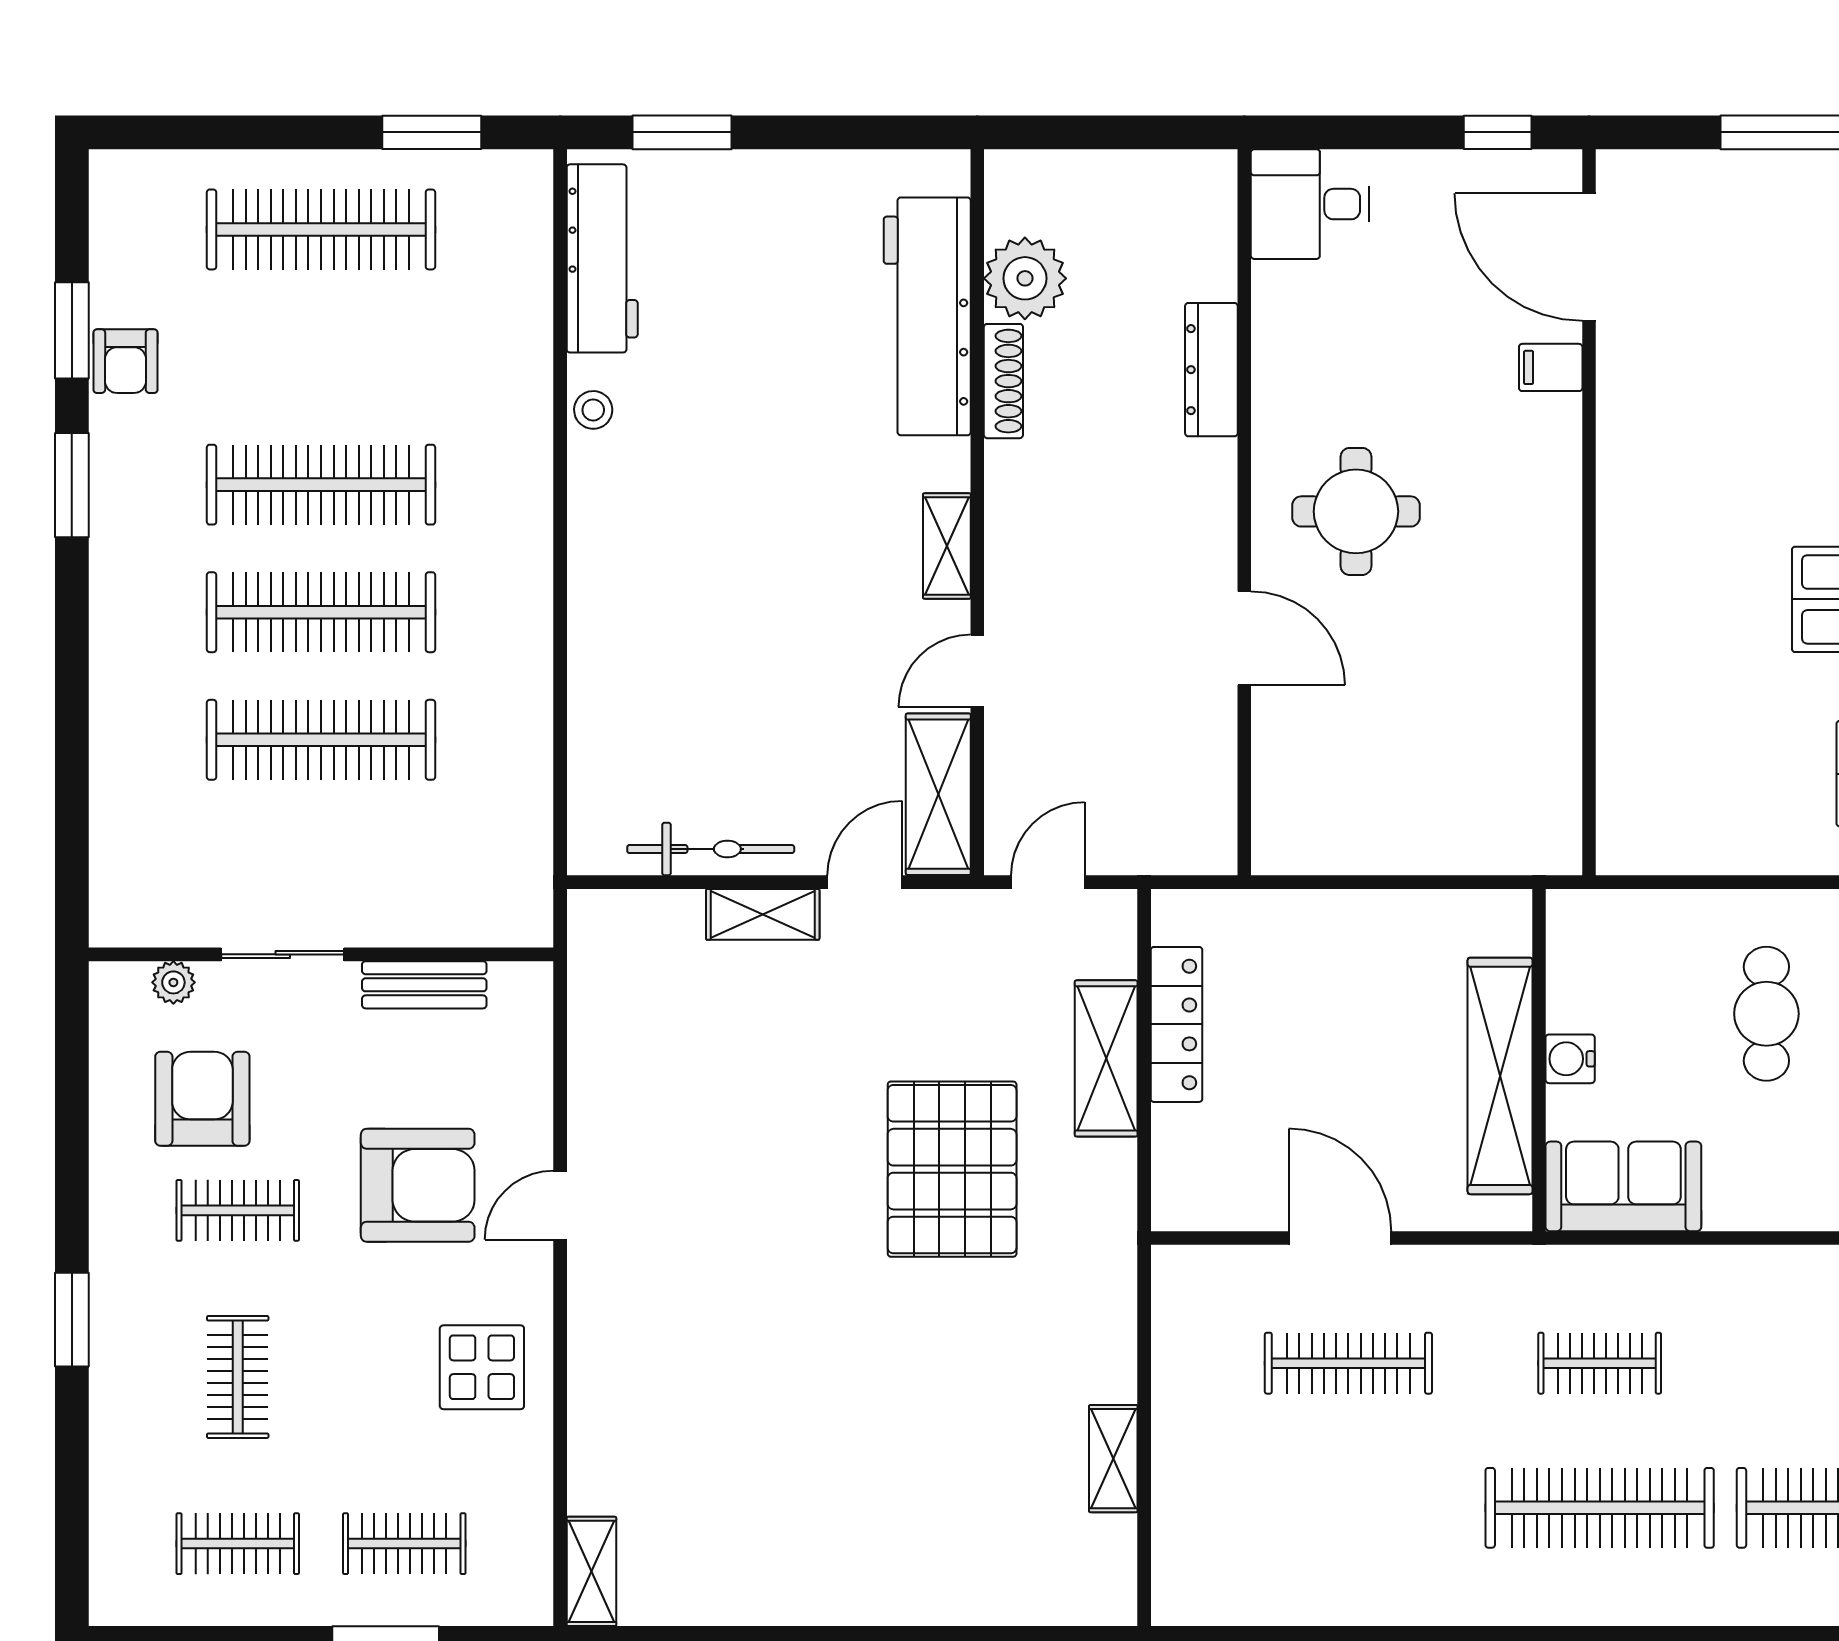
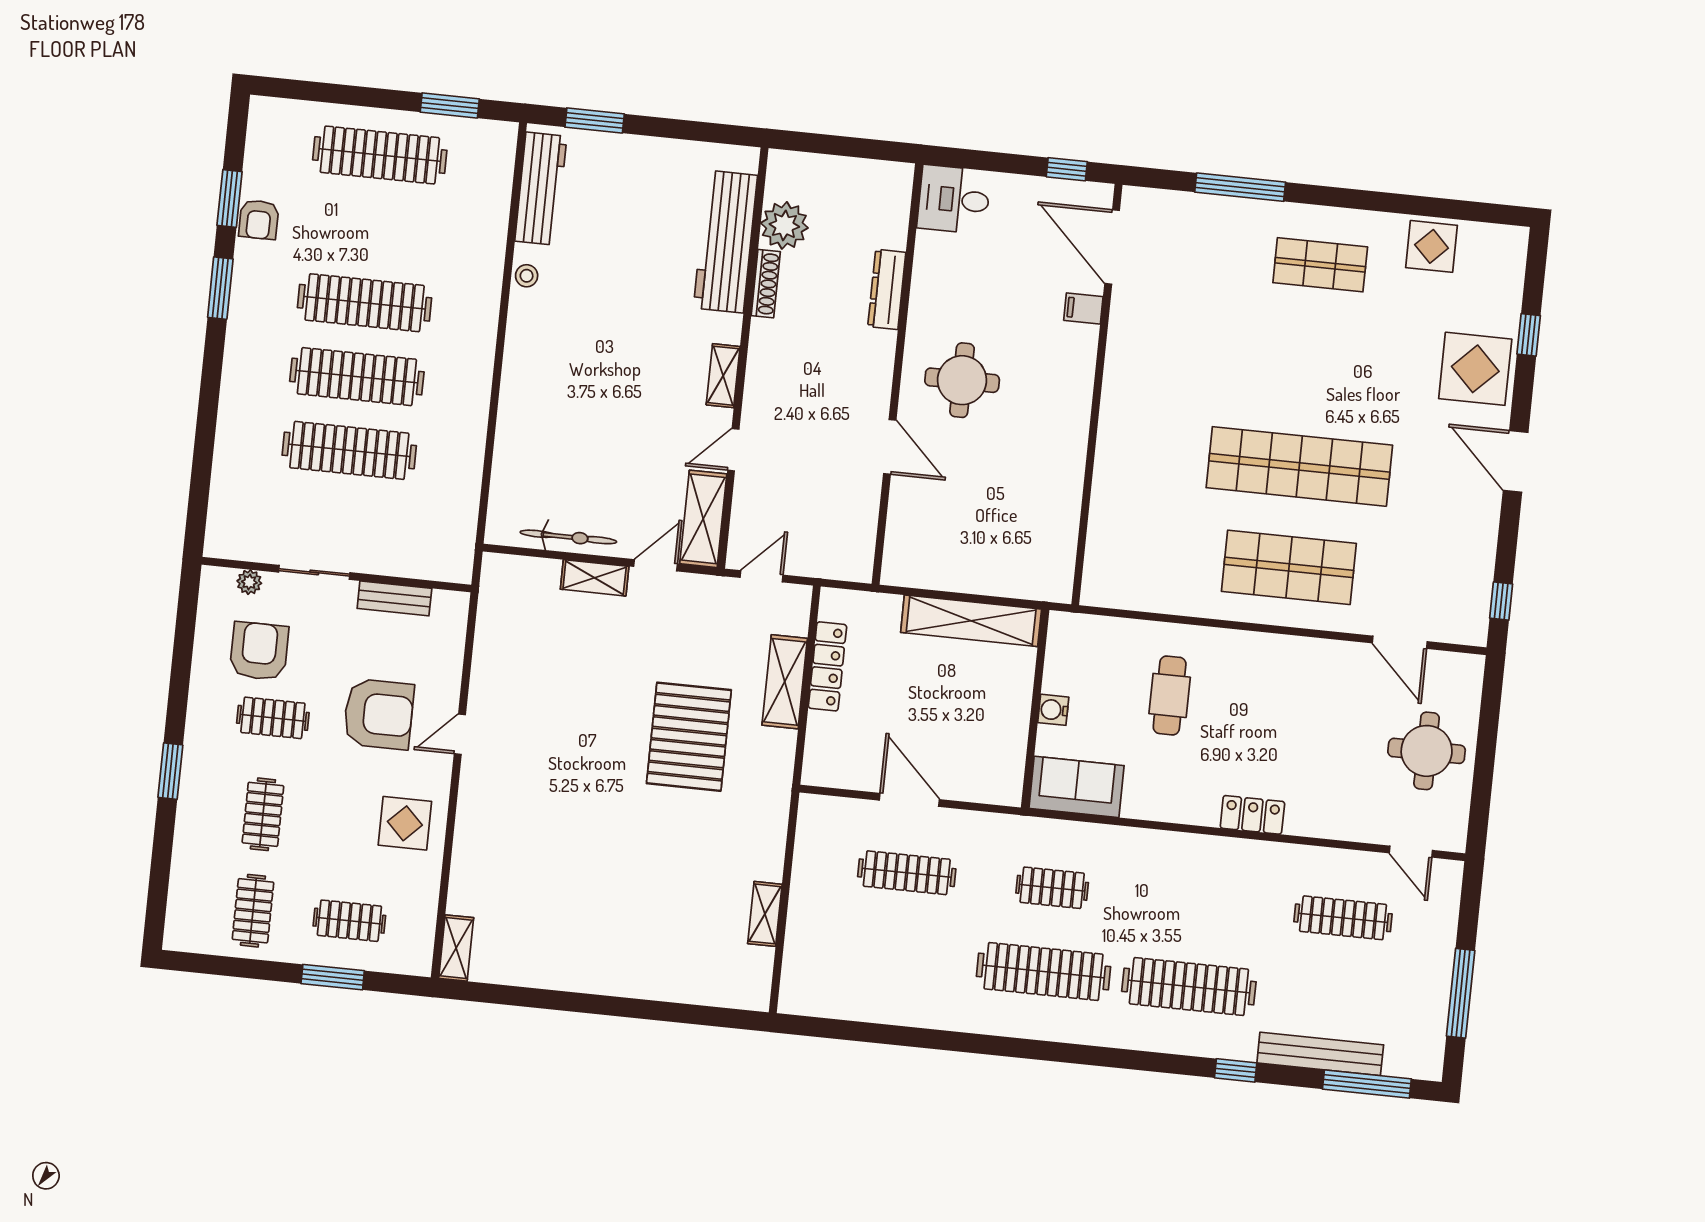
shelving: (1500, 1076) -> (971, 621), moved, turned 90
clothes rail: (238, 1544) -> (253, 911), turned 90

